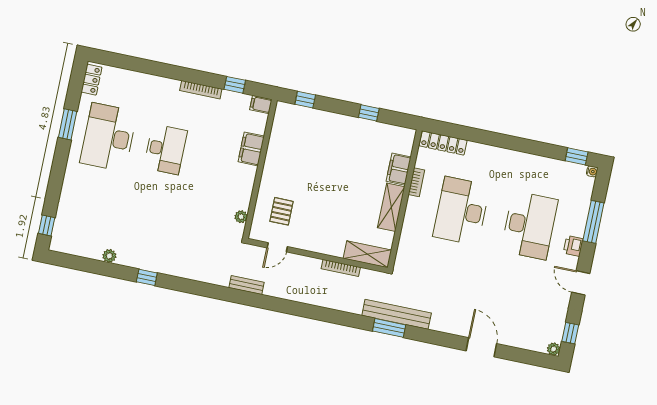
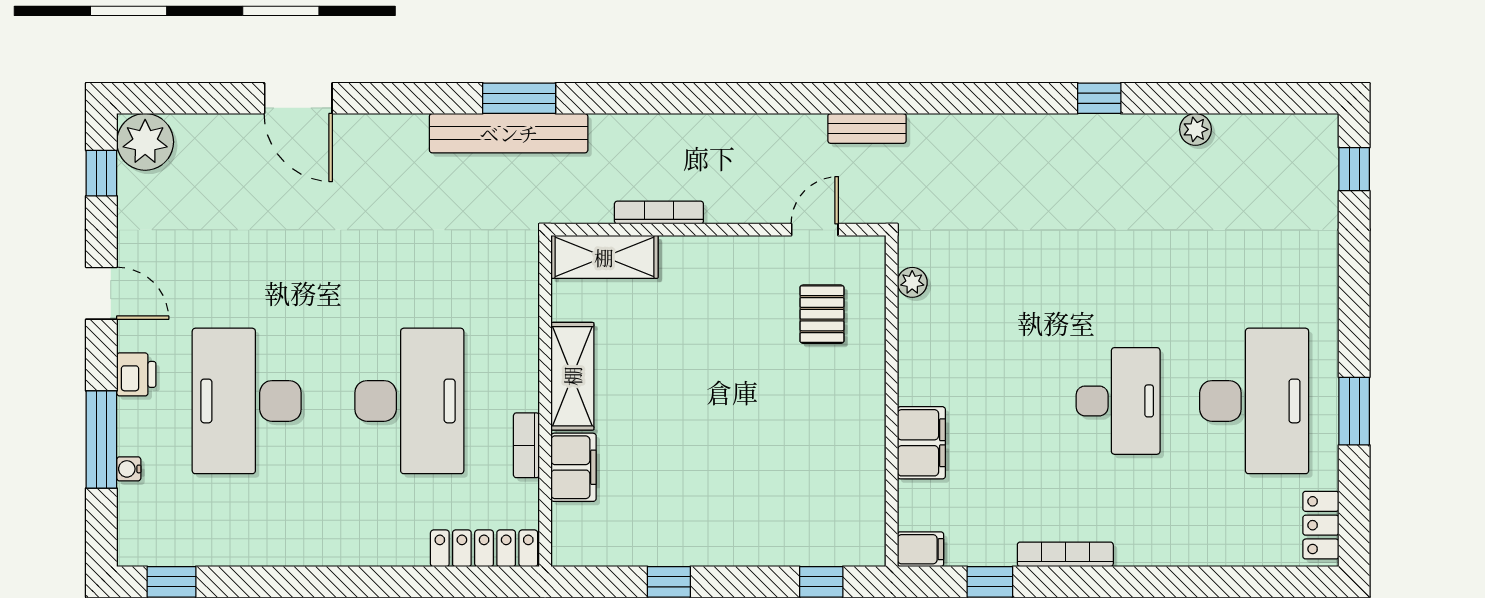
desk: (165, 149) -> (1118, 401), turned 180
water cooler: (592, 171) -> (129, 469), moved
plant: (554, 349) -> (145, 142), width x1.88, depth x1.88

